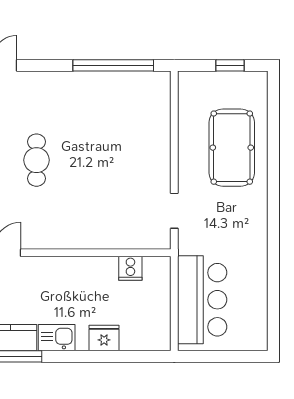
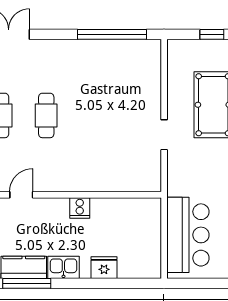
doorway: (174, 211) -> (164, 135), moved
cooker: (130, 268) -> (80, 208), moved

